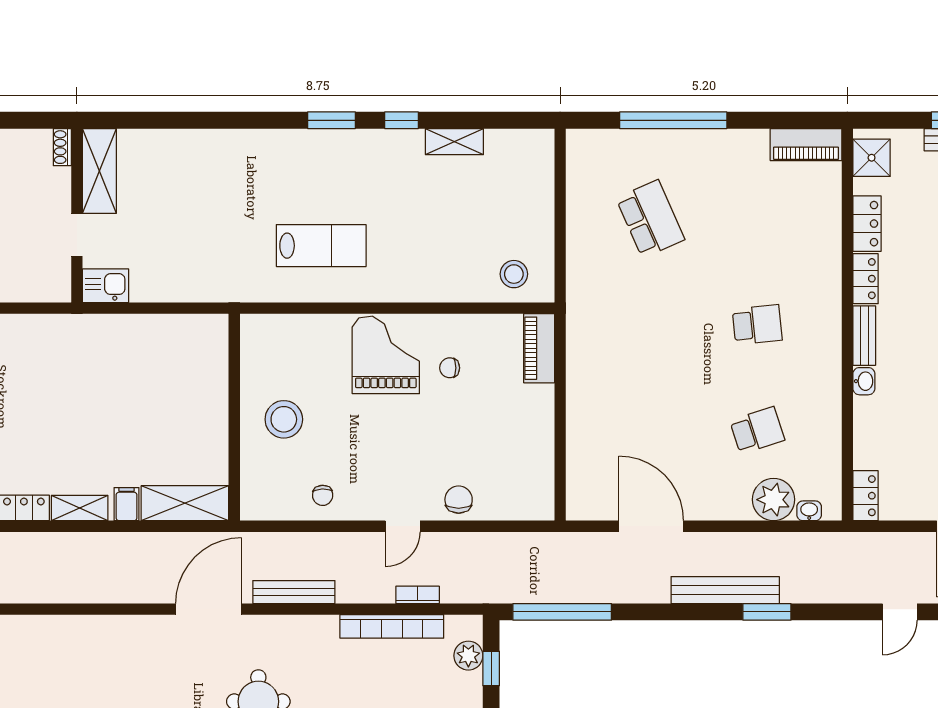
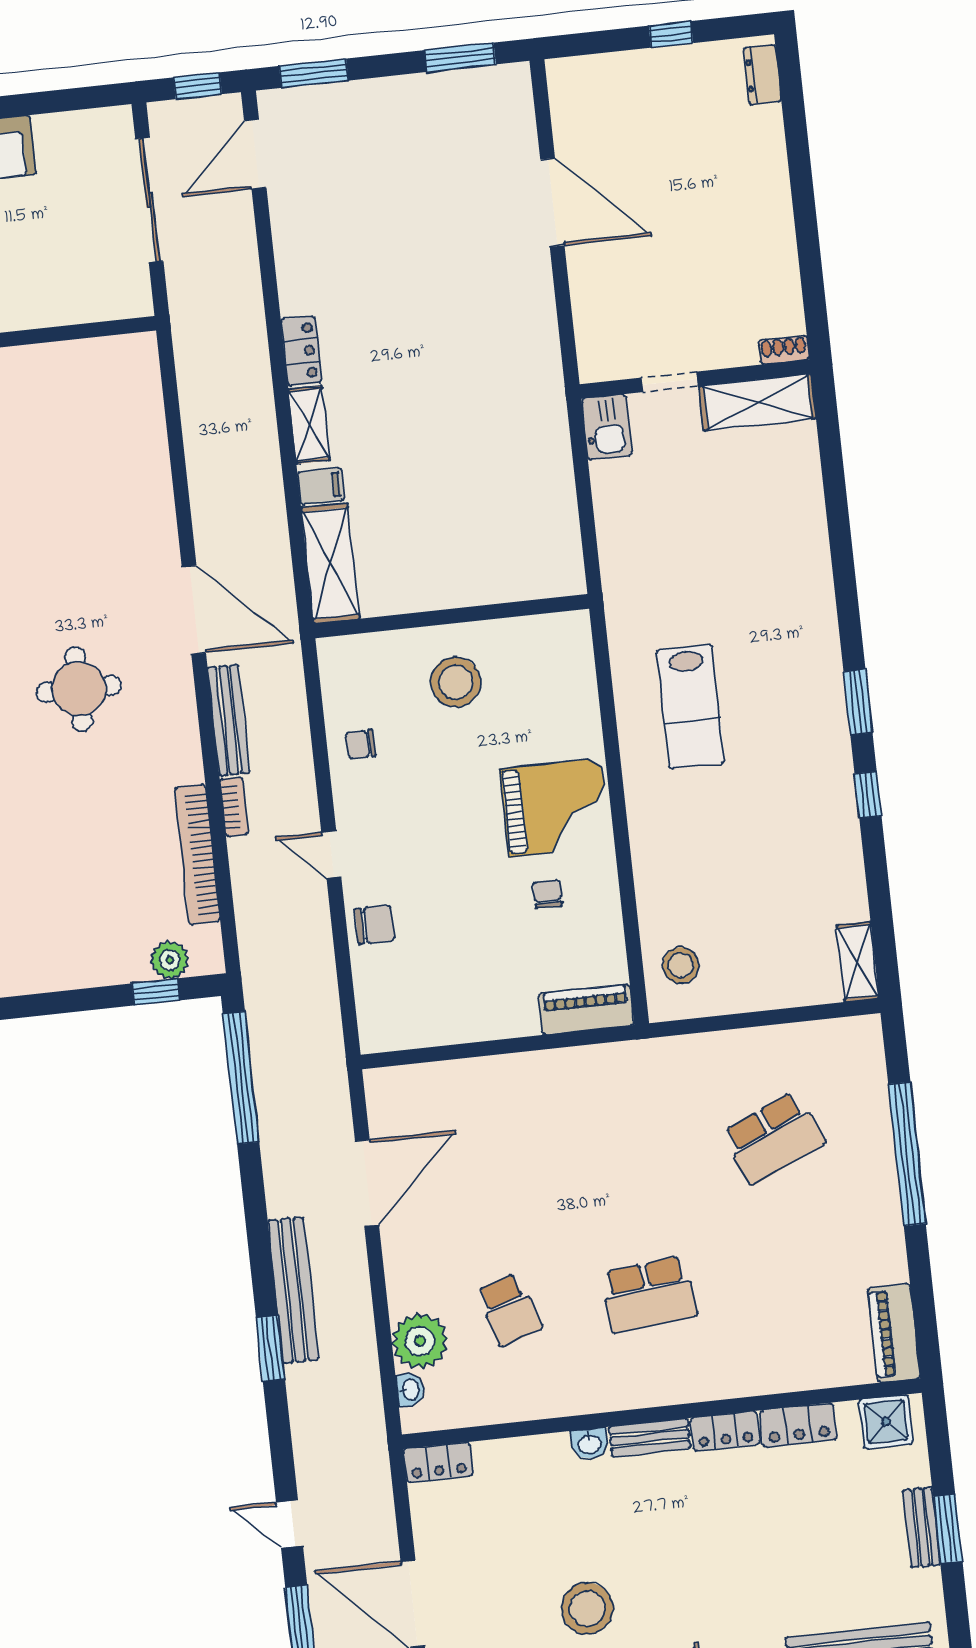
shelving: (454, 142) -> (858, 962), moved
school desk: (757, 325) -> (649, 1294), width x1.85
bookcase: (418, 595) -> (234, 807), moved

